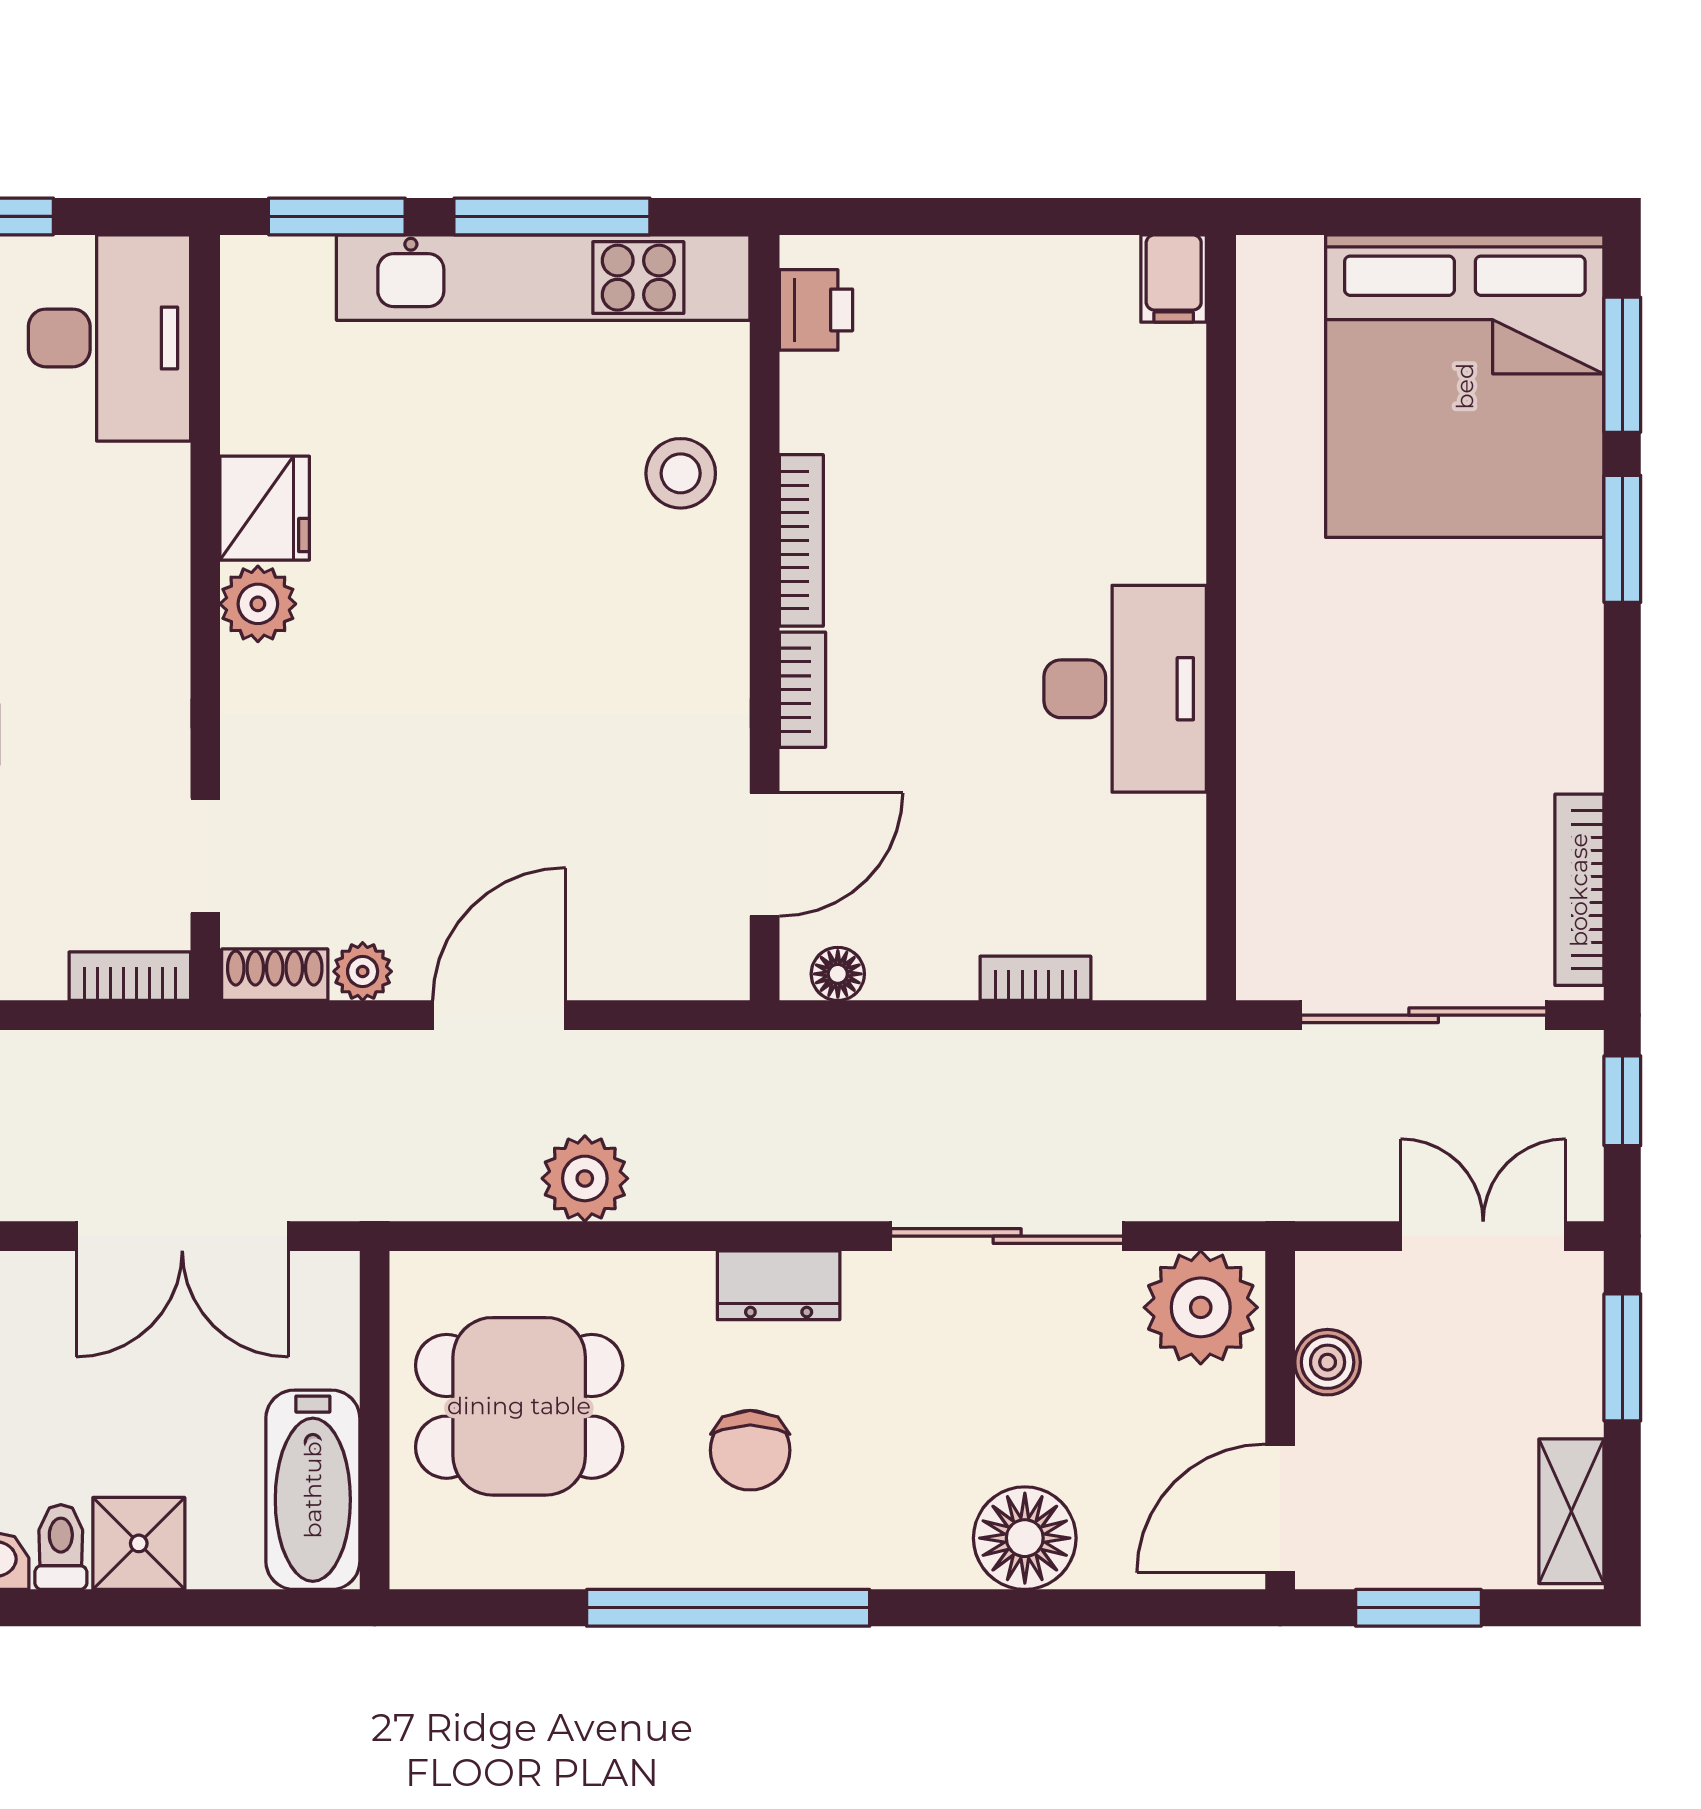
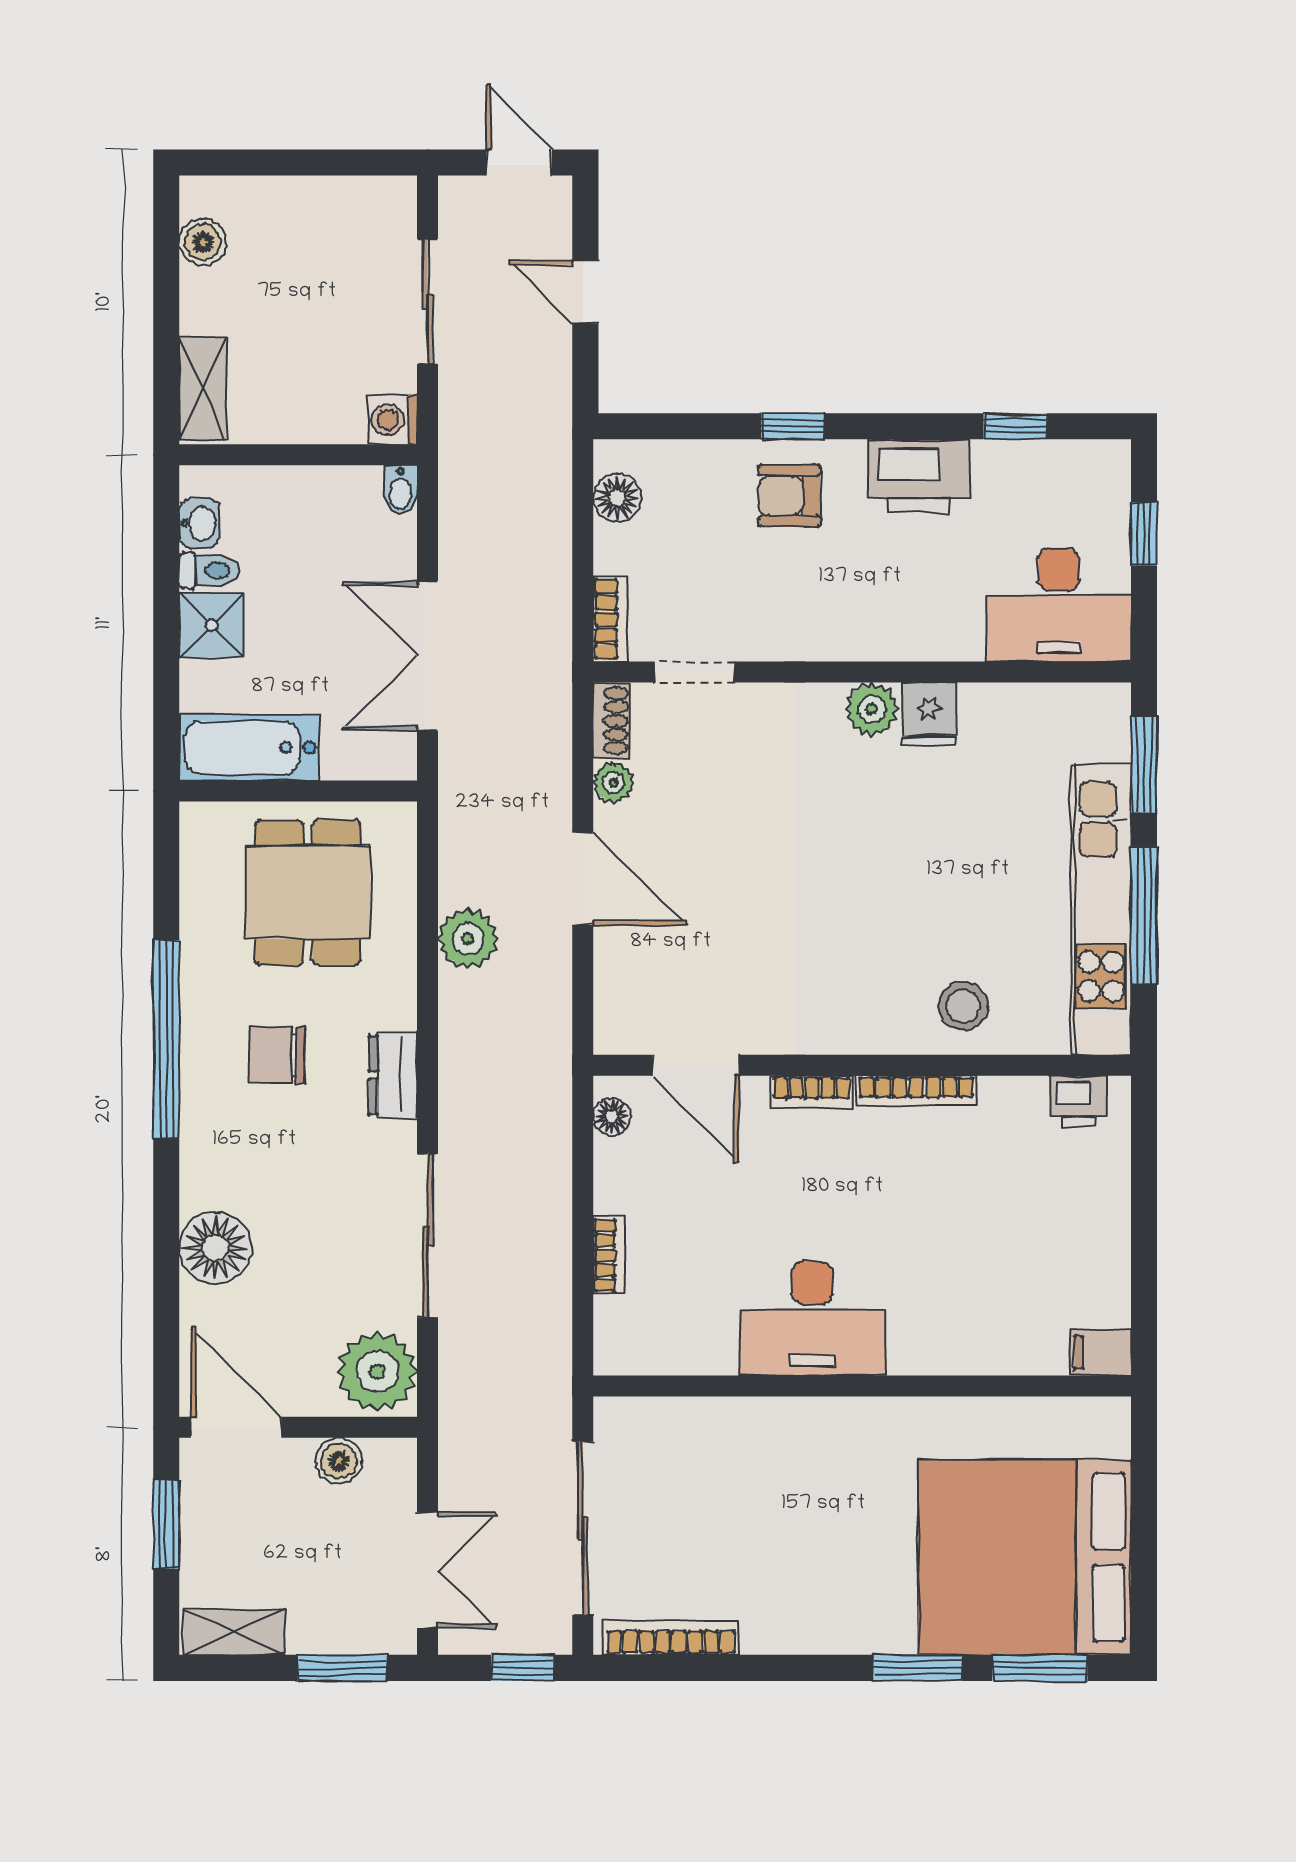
fridge: (265, 508) -> (929, 714), width x0.72

